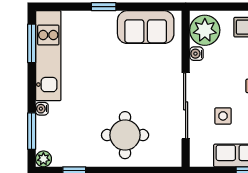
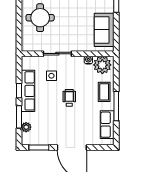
sliding door: (186, 106) -> (57, 54), width x0.73

